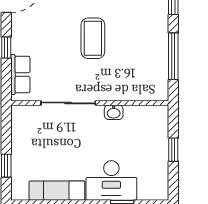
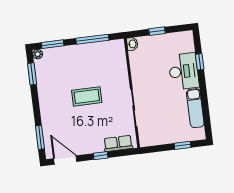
washbasin: (114, 112) -> (132, 44), moved

